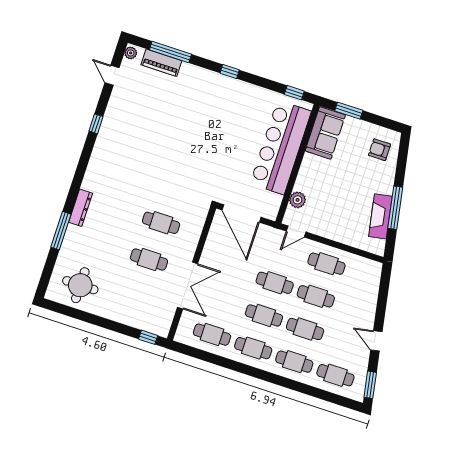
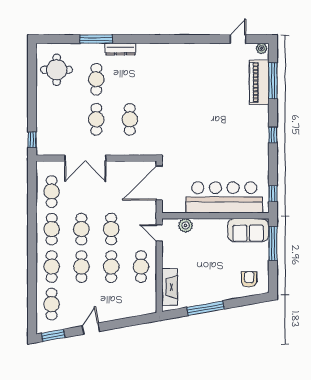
piano: (161, 63) -> (259, 82), width x1.37, depth x1.33
window: (349, 111) -> (273, 244), width x1.44
window: (96, 124) -> (194, 39), removed
fireplace: (380, 216) -> (170, 287), moved, turned 100
cafe table: (105, 245) -> (96, 79), added

